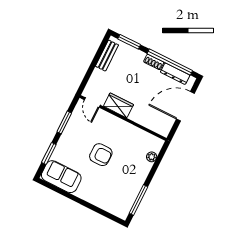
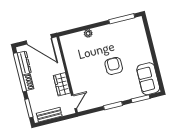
door: (92, 103) -> (74, 102), moved
wardrobe: (118, 105) -> (62, 84), moved
wall: (123, 118) -> (67, 75), moved

